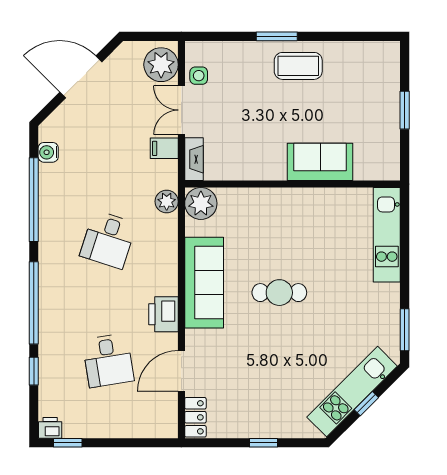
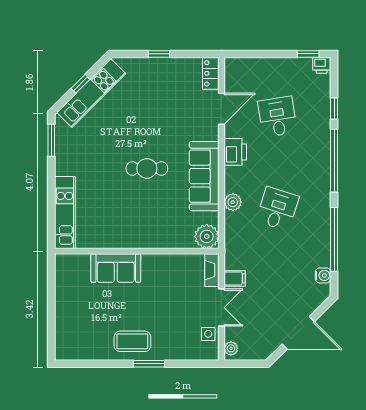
plant: (161, 65) -> (231, 348), width x0.53, depth x0.53
window: (405, 110) -> (51, 308), removed
plant: (167, 201) -> (233, 202), moved

